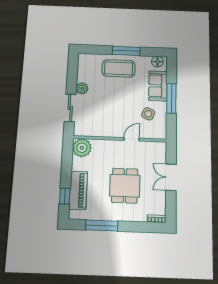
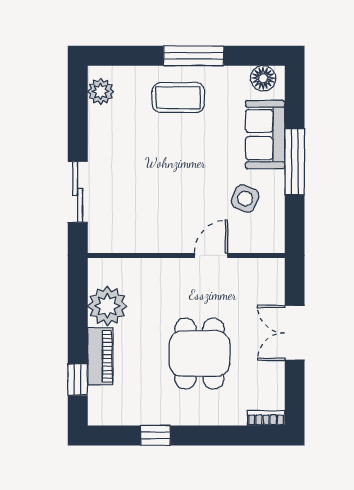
coffee table: (119, 68) -> (178, 98), width x0.73, depth x0.76
plant: (82, 88) -> (101, 91), moved
plant: (82, 148) -> (107, 306), moved
piano: (78, 190) -> (100, 356), width x0.73, depth x0.75
window: (102, 225) -> (155, 435), width x0.46

